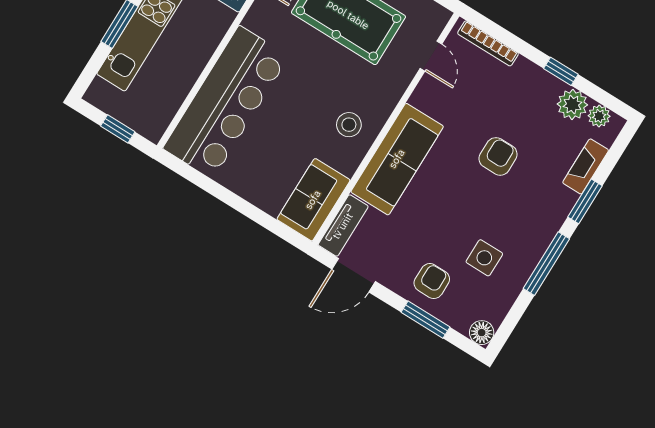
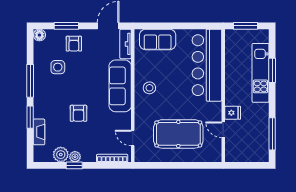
plant: (599, 116) -> (75, 157), moved
window: (118, 129) -> (245, 26), width x1.50
sofa: (313, 200) -> (158, 39), moved, turned 90

